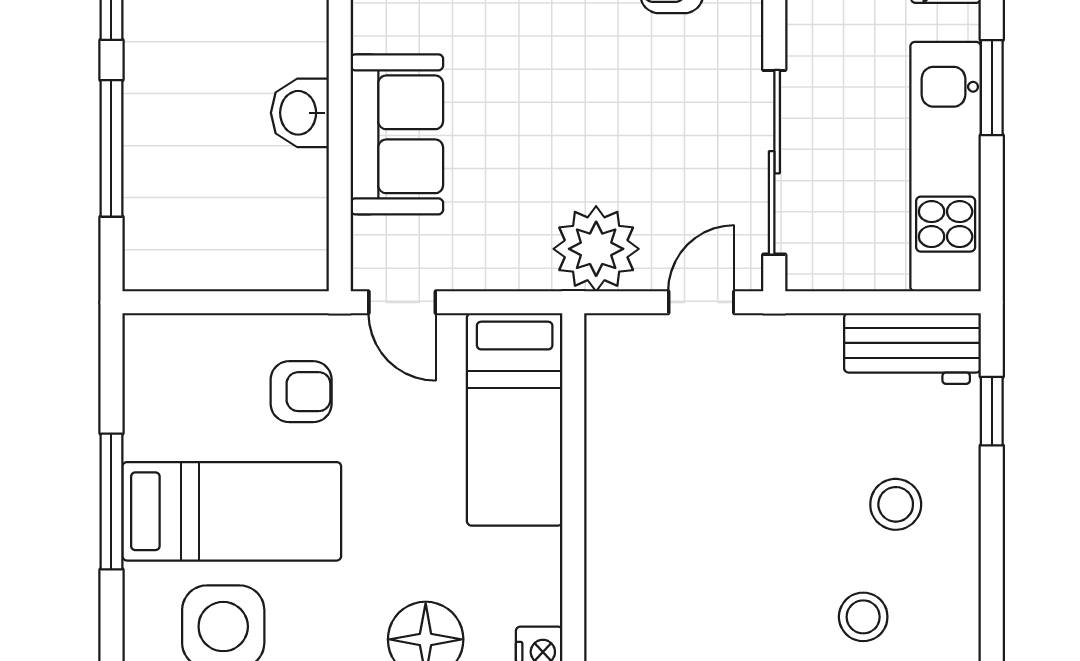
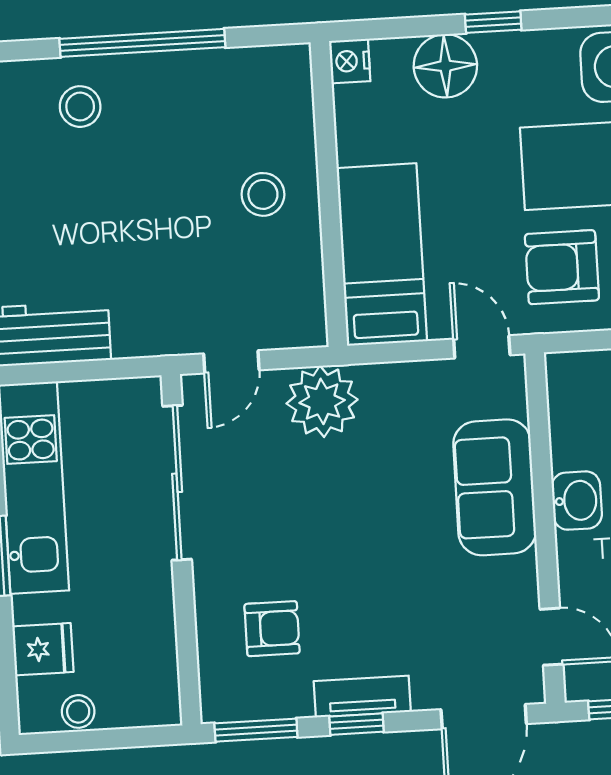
armchair: (301, 392) -> (562, 267), width x1.38, depth x1.38
stool: (896, 504) -> (263, 194), moved

